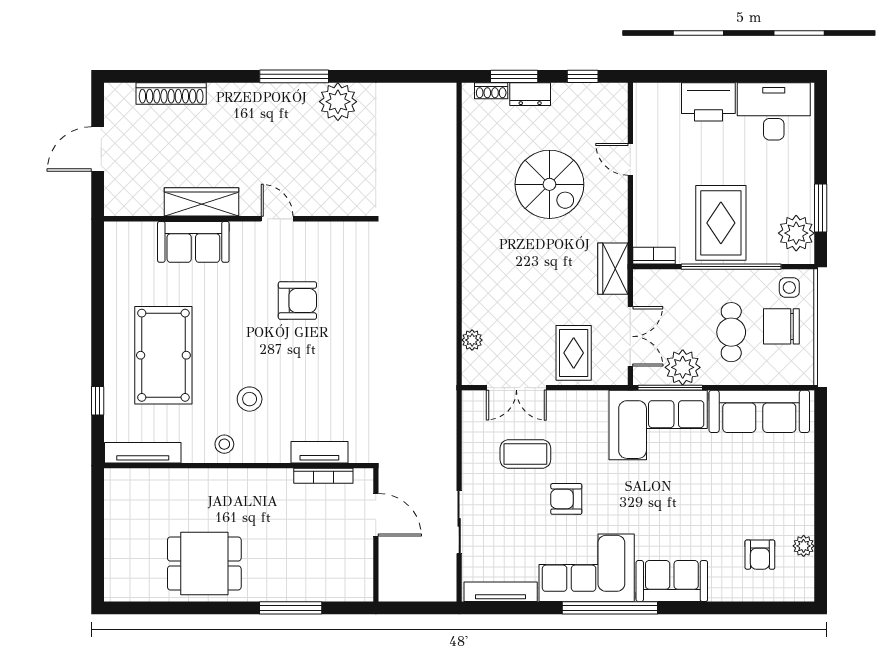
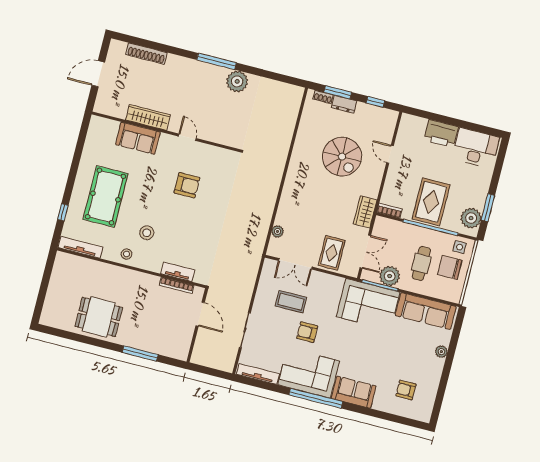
plant: (804, 546) -> (441, 352), moved
armchair: (760, 555) -> (406, 390), turned 90

